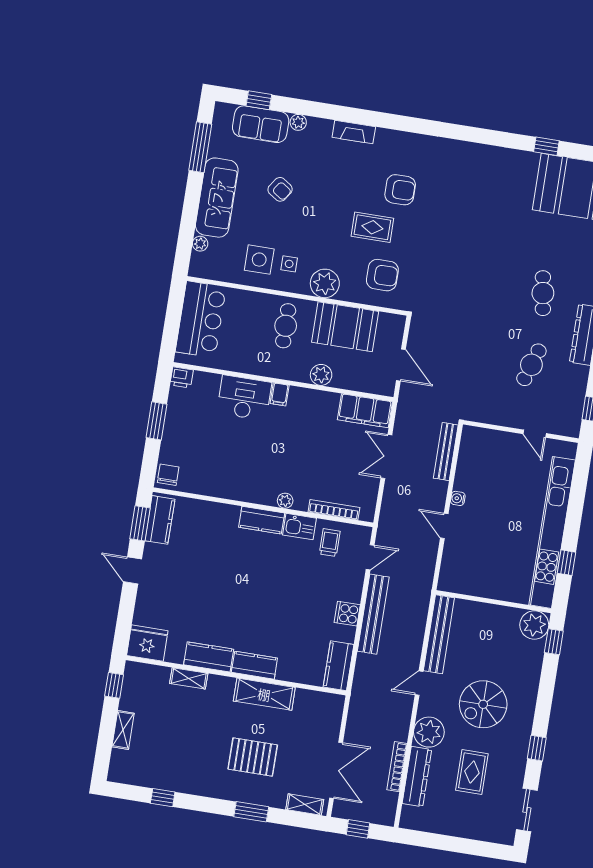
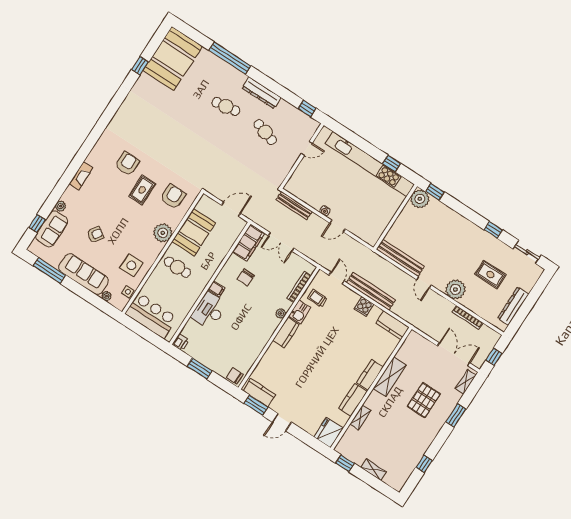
side table: (289, 264) -> (128, 292), moved
plant: (321, 375) -> (216, 259), removed
chair: (314, 429) -> (246, 277), added
spiral stairs: (483, 704) -> (453, 250), removed
dresser: (417, 777) -> (513, 306), moved, turned -90

